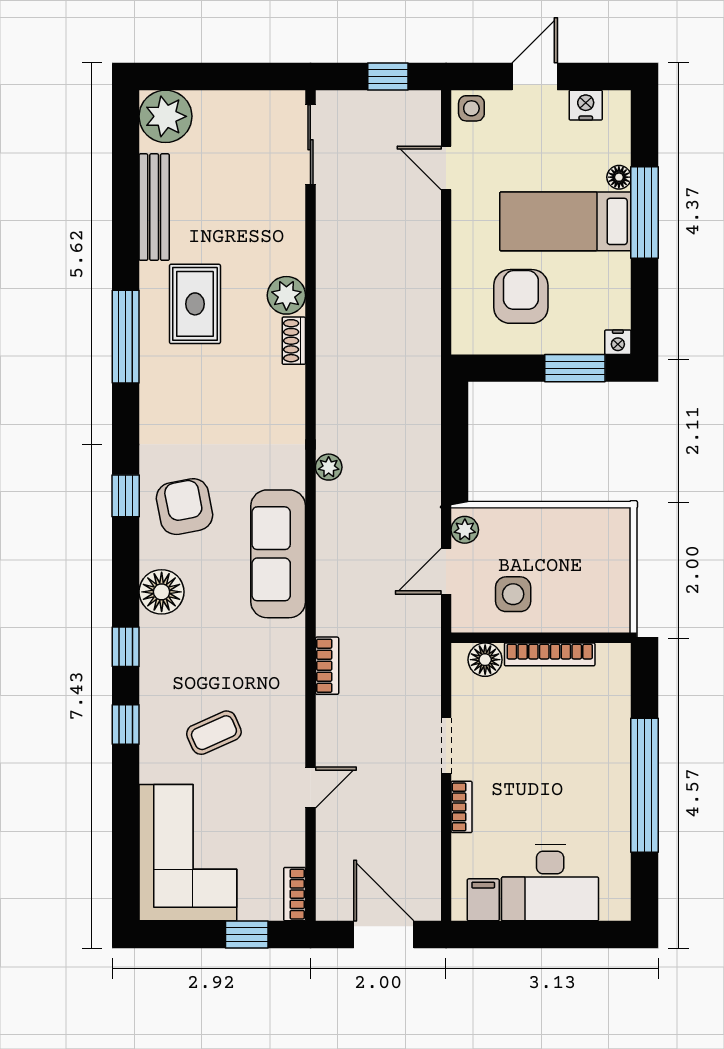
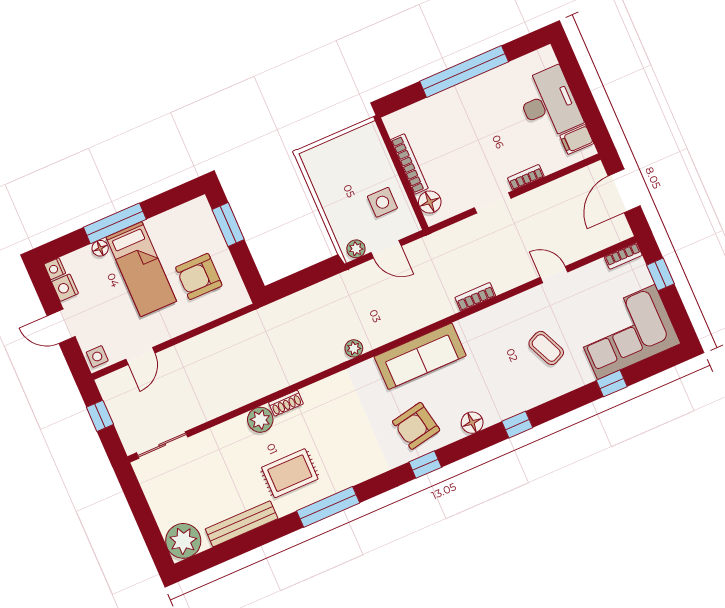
nightstand: (618, 342) -> (55, 269), moved, turned 180
floor lamp: (162, 592) -> (472, 423), width x0.73, depth x0.73
window: (126, 724) -> (612, 383), moved

